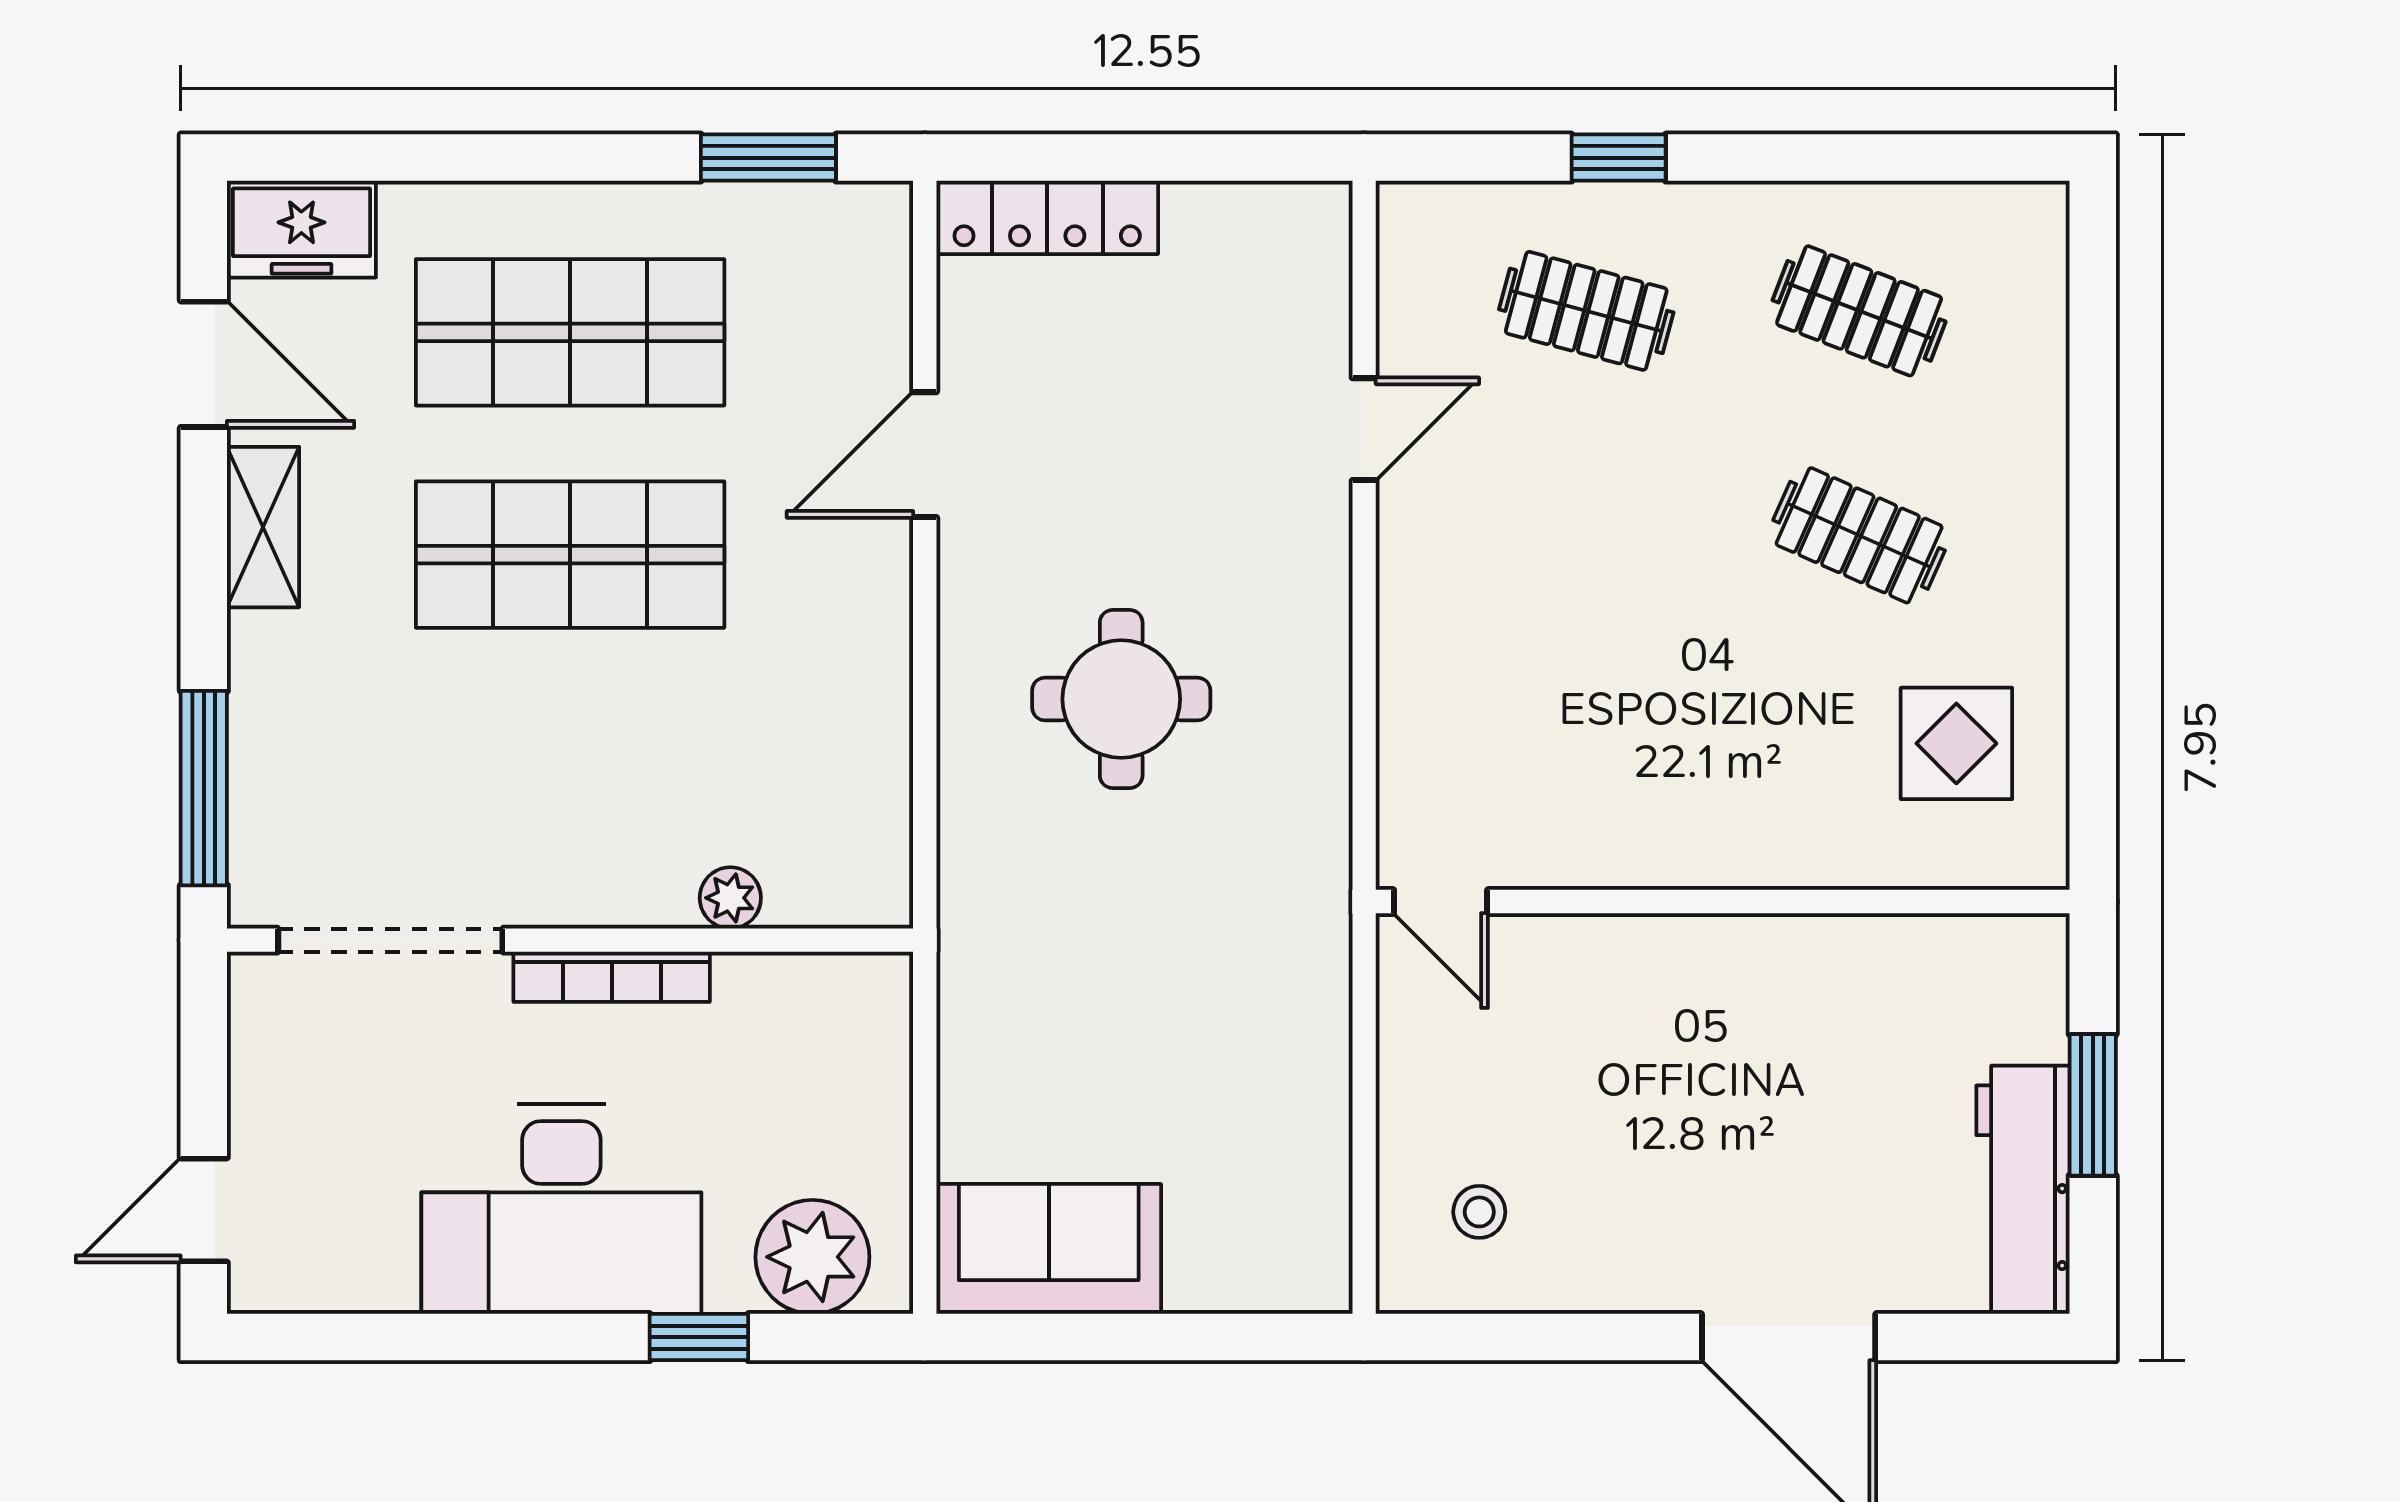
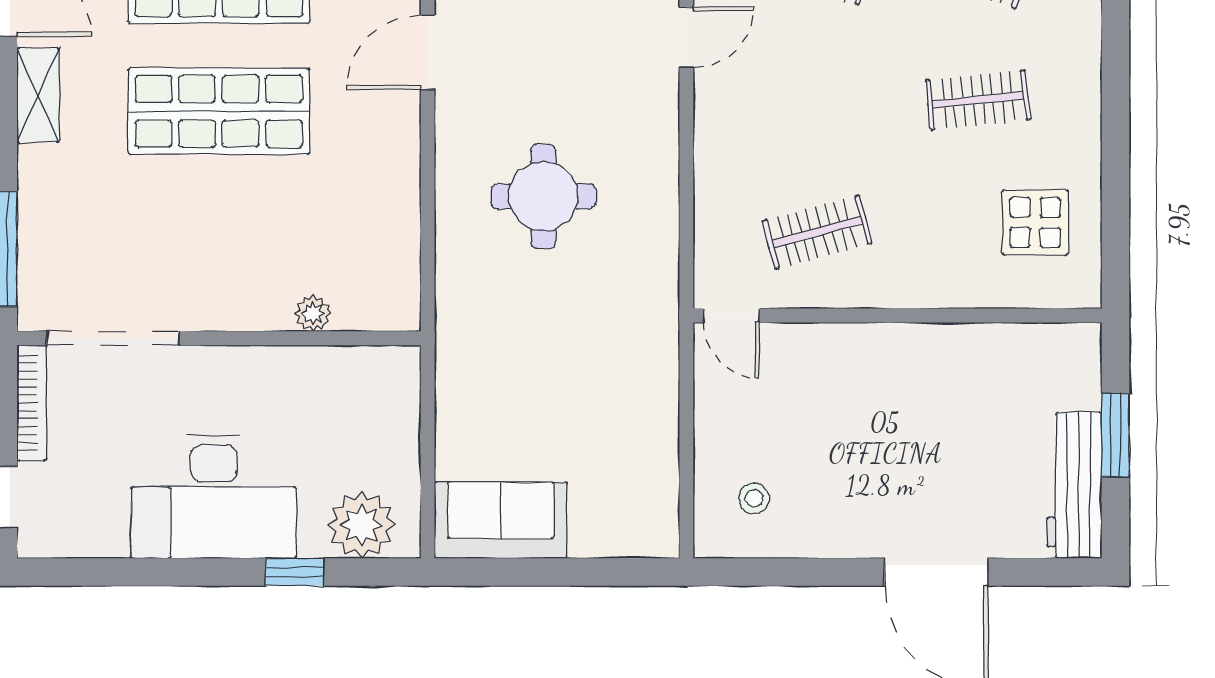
clothes rail: (1859, 535) -> (978, 100), turned -30
clothes rail: (1586, 760) -> (817, 232), added
bookcase: (612, 977) -> (32, 403), moved, turned -90

